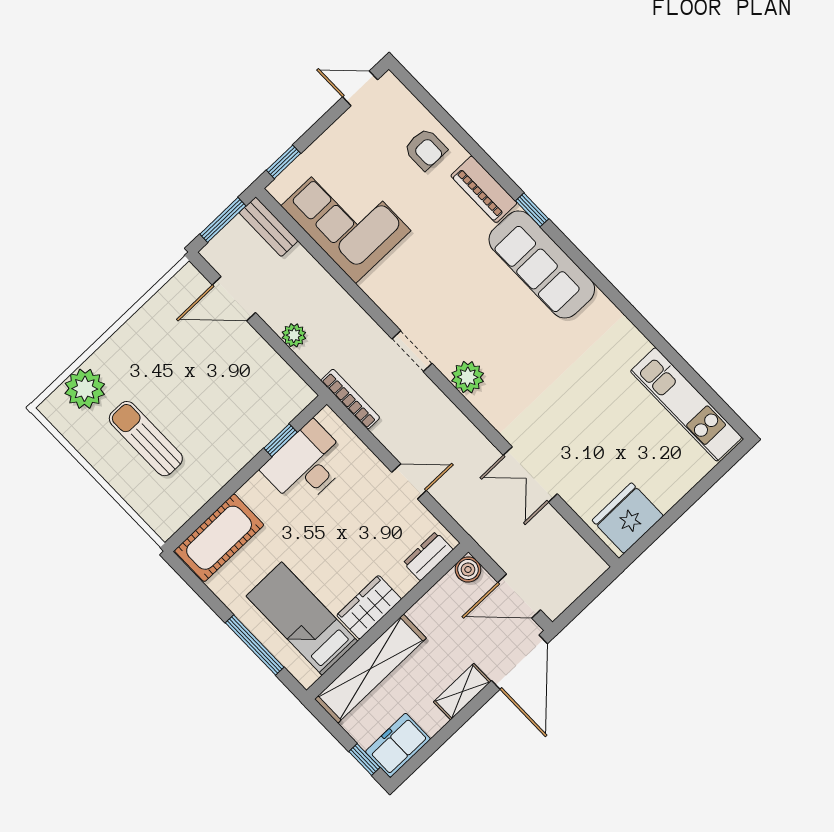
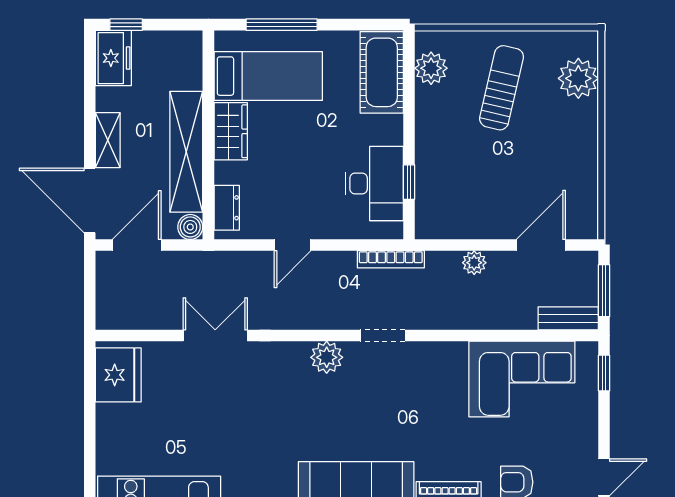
sun lounger: (146, 439) -> (502, 88), turned -77
plant: (181, 504) -> (431, 68), added
shelving: (371, 669) -> (186, 152), moved

